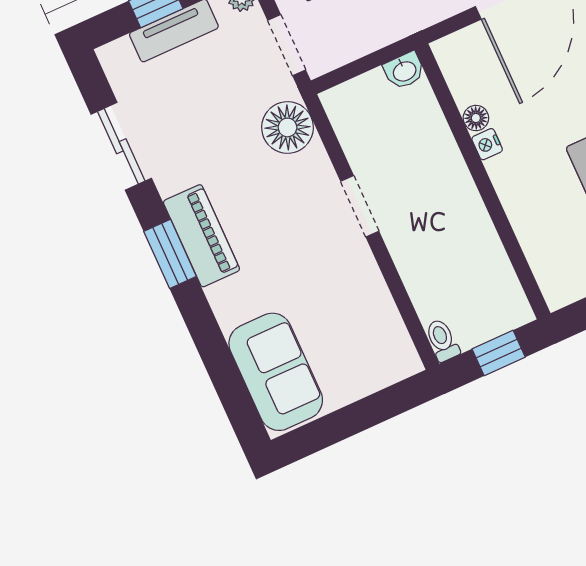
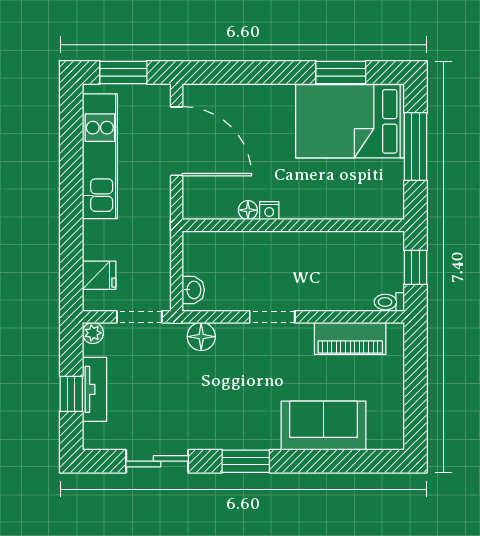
washbasin: (404, 71) -> (193, 290), moved
floor lamp: (288, 127) -> (201, 337), width x0.73, depth x0.73
piano: (201, 236) -> (350, 338), moved, turned 180
sofa: (276, 372) -> (324, 426), moved

